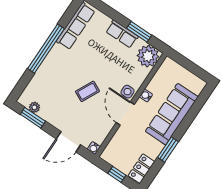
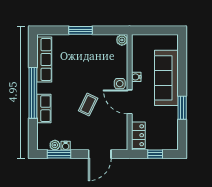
window: (139, 32) -> (80, 30), moved
row of seats: (122, 34) -> (44, 109), moved, turned -90
plant: (148, 56) -> (122, 40), width x0.53, depth x0.53
water cooler: (94, 148) -> (66, 146), moved
locker: (141, 169) -> (138, 135), moved, turned 180

